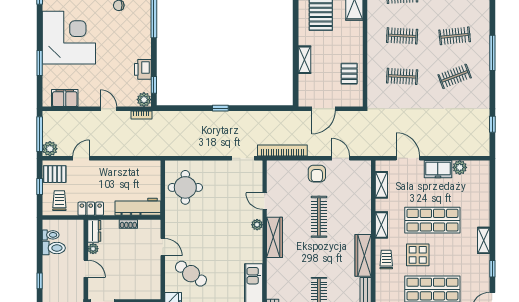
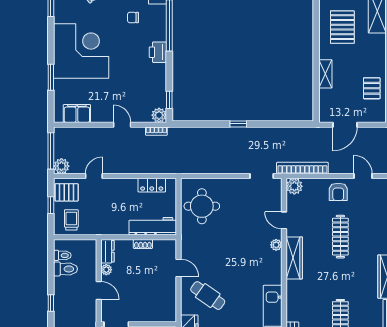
printer: (143, 69) -> (158, 52), moved
plant: (275, 168) -> (294, 186), added
locker: (91, 209) -> (152, 185), moved, turned 180

